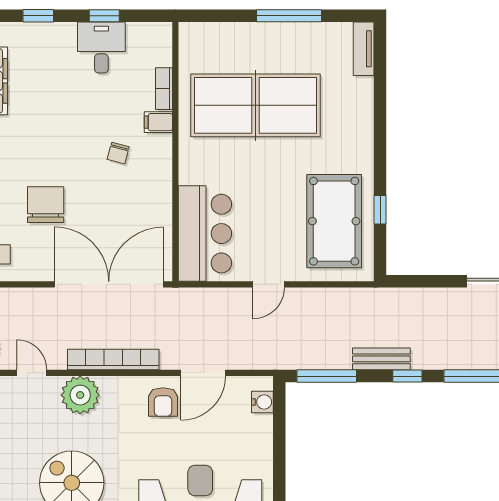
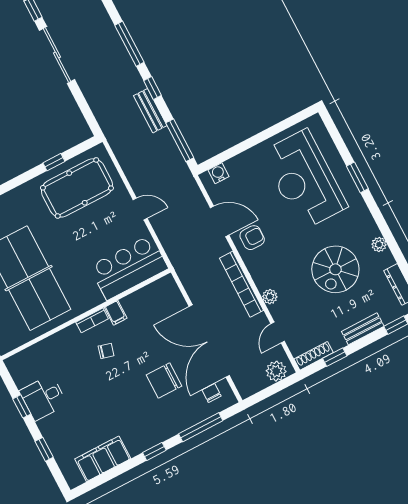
bookcase: (164, 89) -> (92, 320), moved
filing cabinet: (158, 122) -> (116, 313), moved
double door: (109, 284) -> (209, 341), moved
plant: (80, 395) -> (270, 297), width x0.53, depth x0.53

